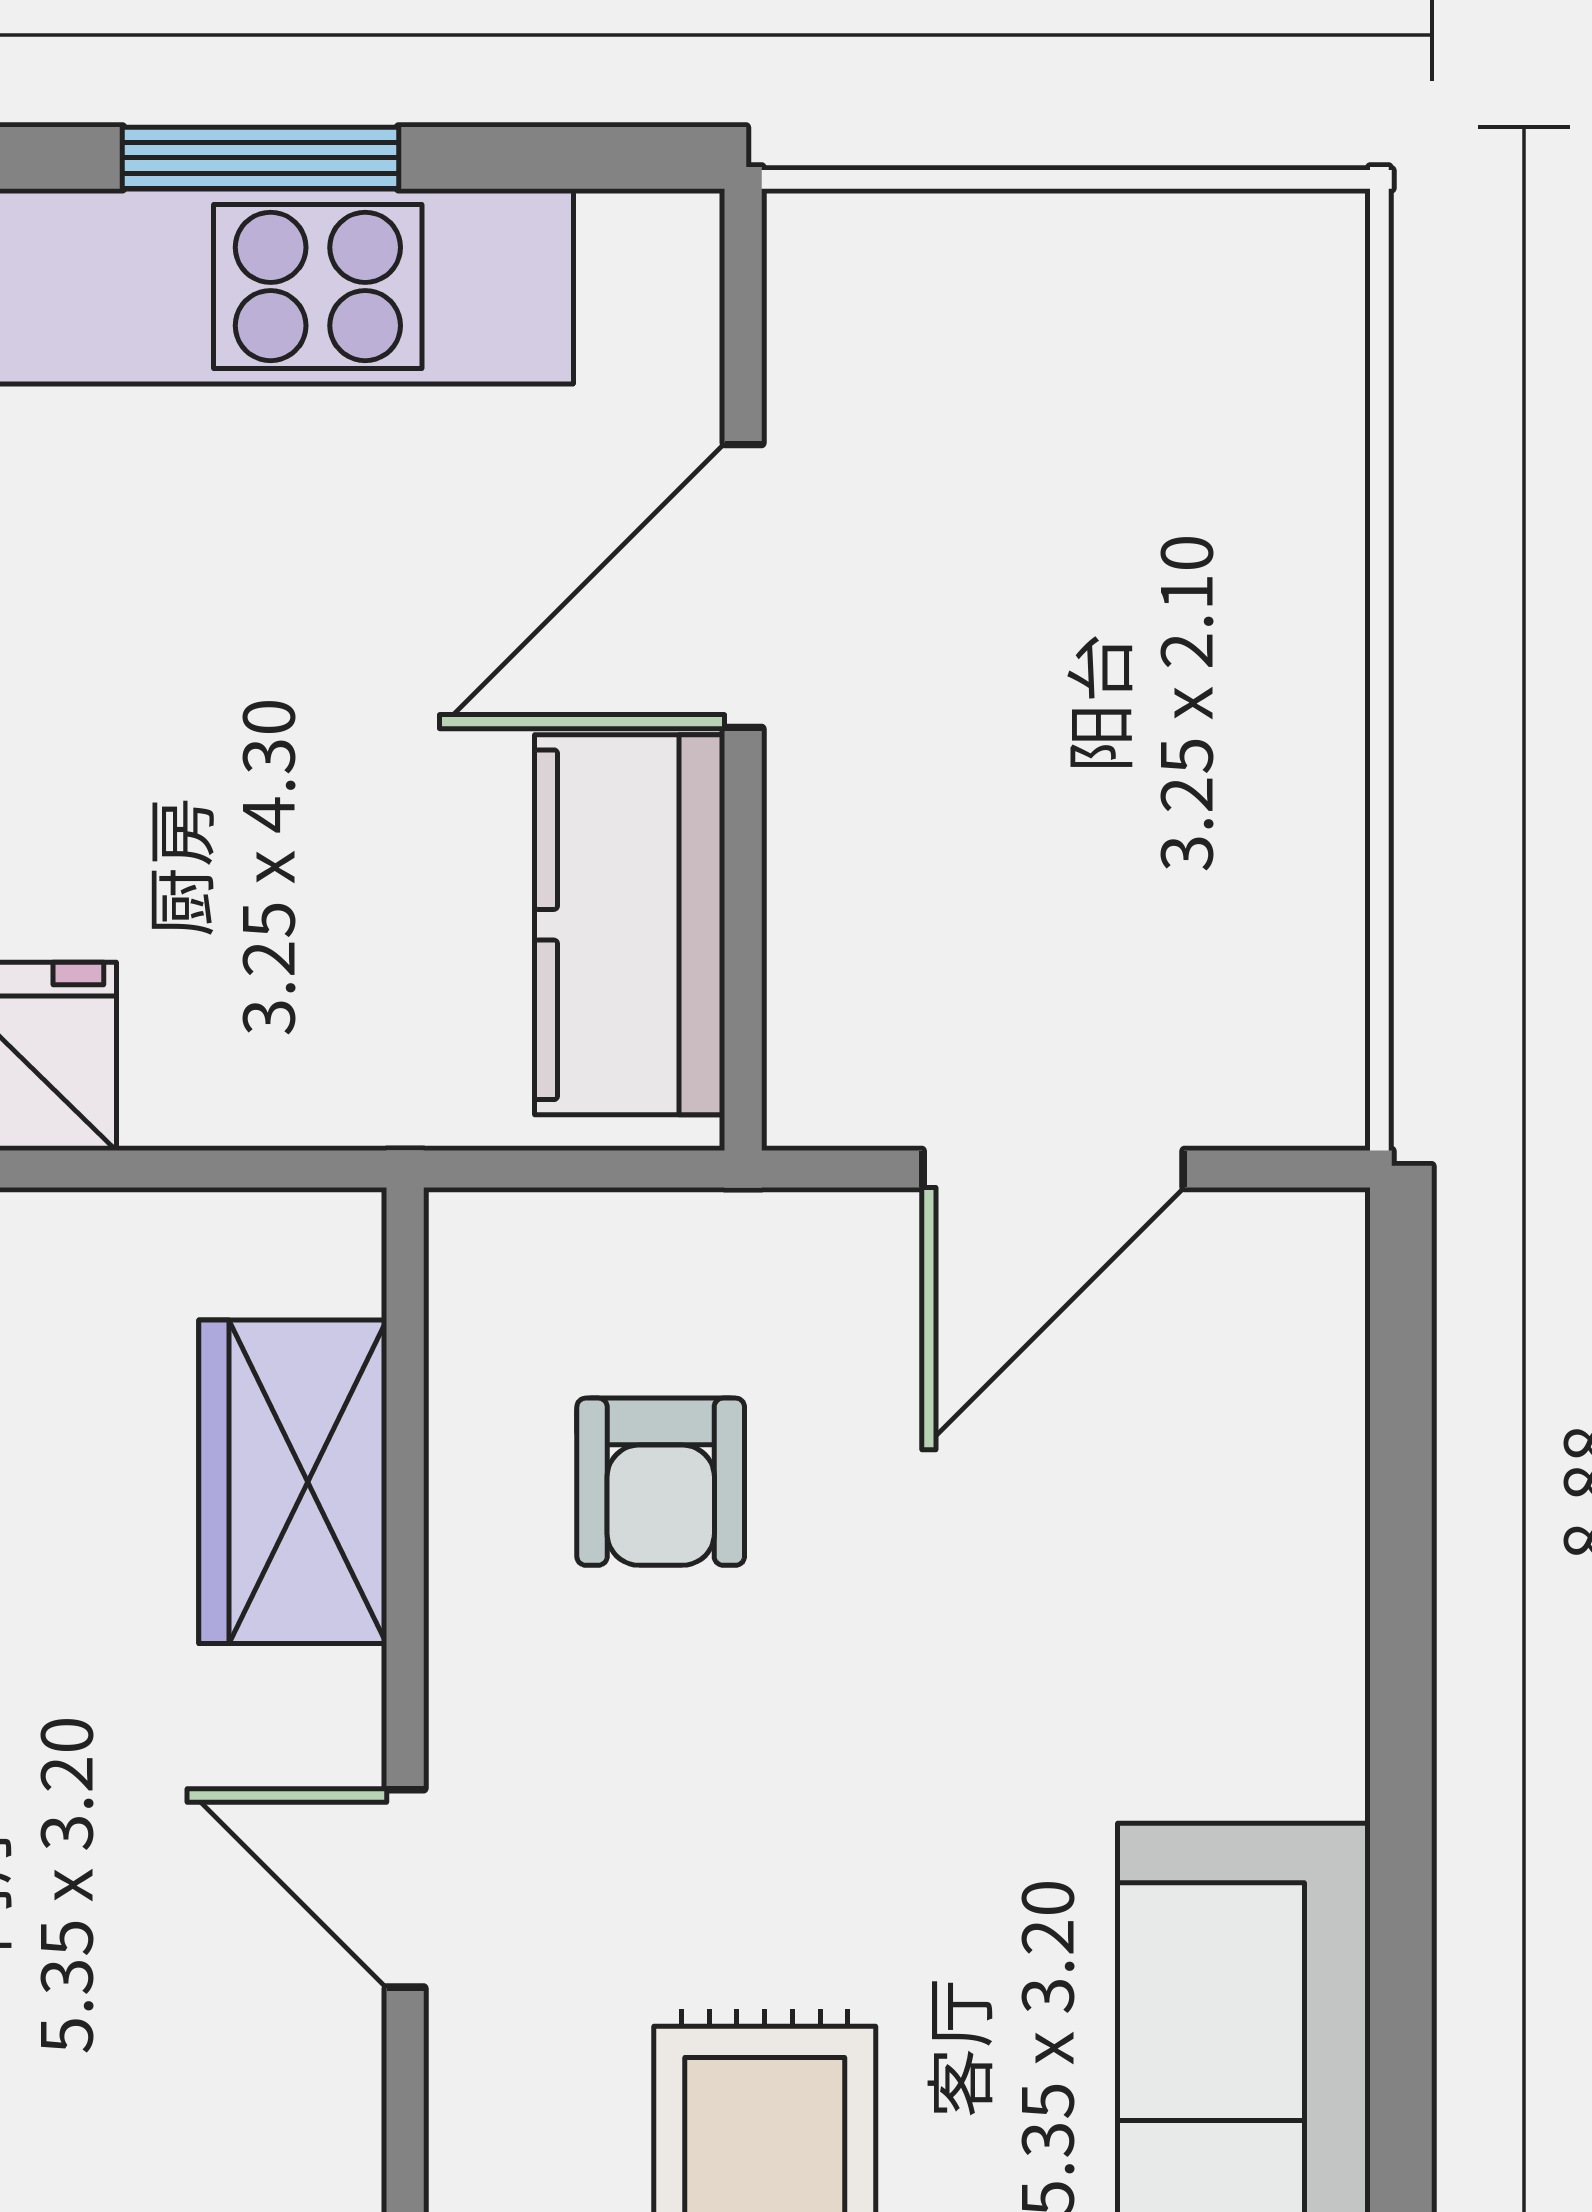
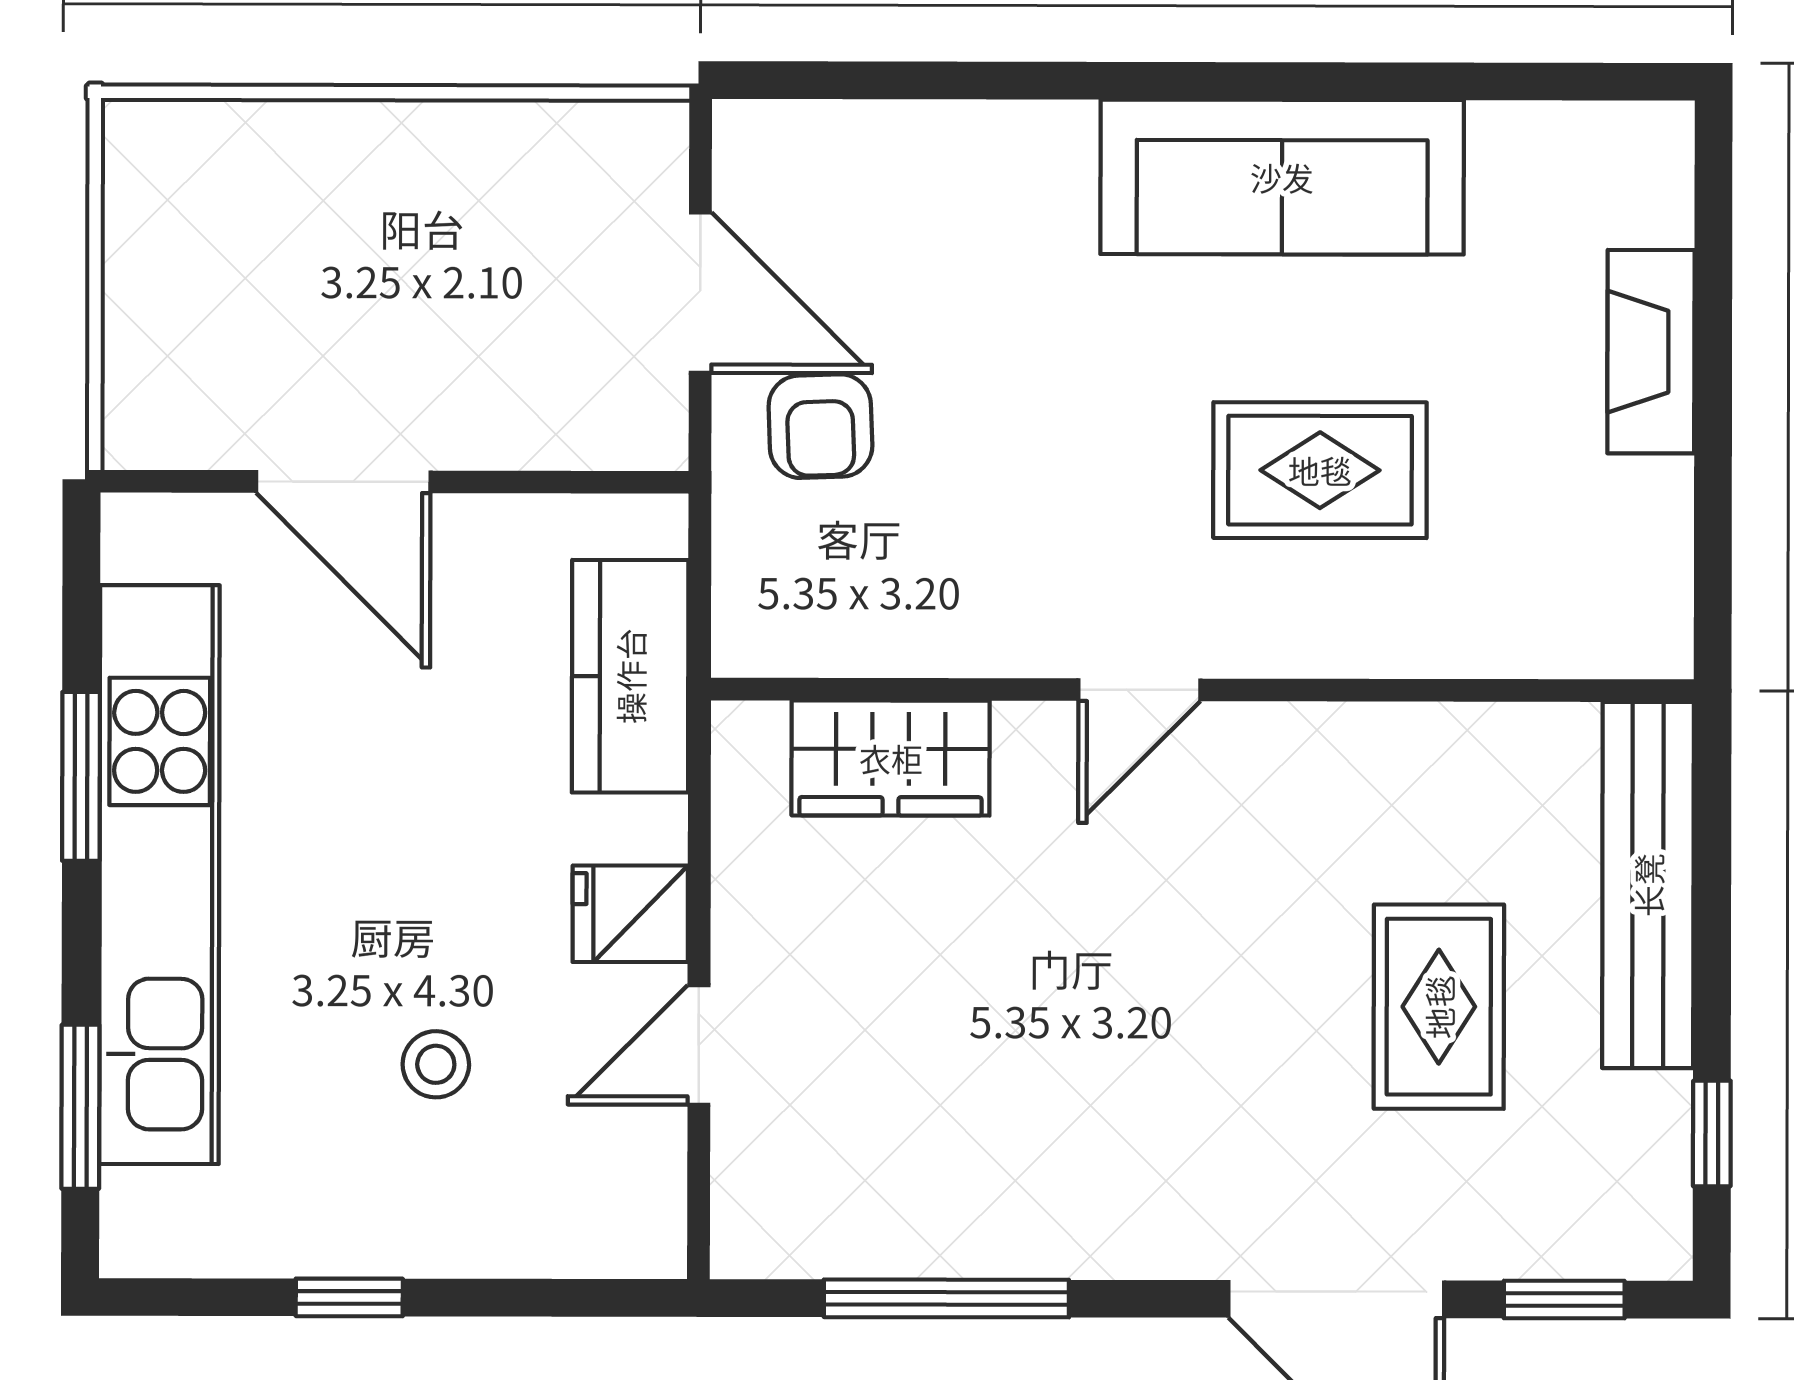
kitchen counter: (630, 925) -> (630, 676), moved, turned 90
armchair: (661, 1482) -> (820, 426), moved, turned 88

